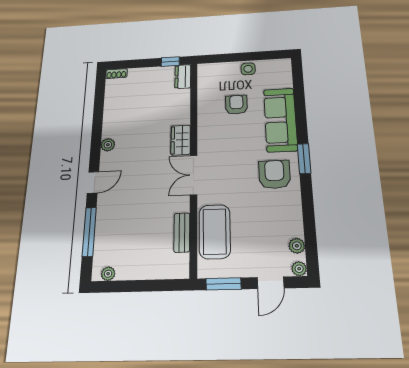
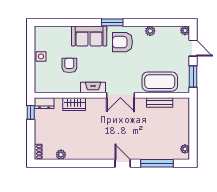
armchair: (236, 105) -> (69, 65), turned 90
sofa: (280, 120) -> (89, 36), width x0.73
fireplace: (205, 137) -> (93, 87), added
wardrobe: (181, 140) -> (74, 104), moved
plant: (108, 145) -> (61, 155), moved
plant: (297, 246) -> (150, 31), moved

